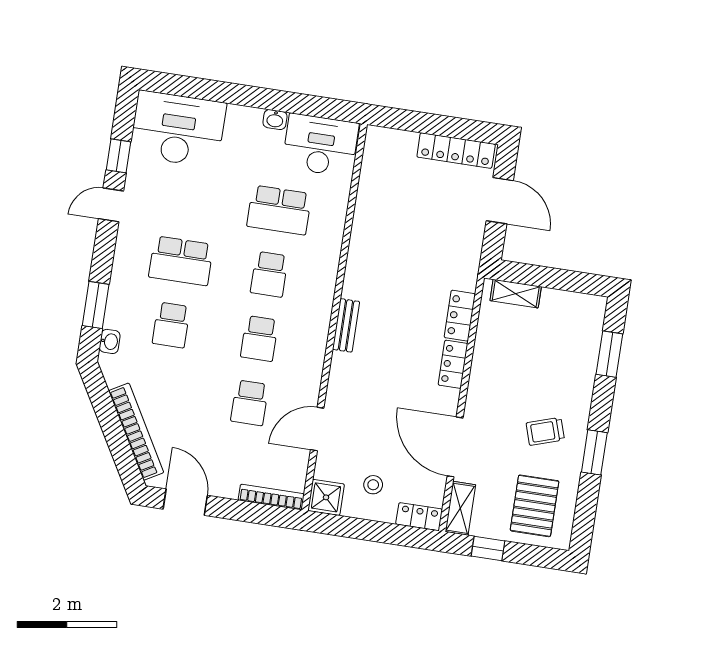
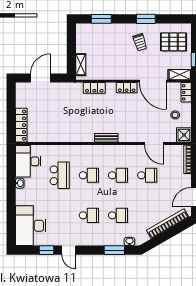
locker: (456, 151) -> (21, 125), moved
school desk: (181, 261) -> (89, 215), width x0.54
locker: (453, 364) -> (127, 88), moved
door: (455, 447) -> (153, 81), hinge flipped

